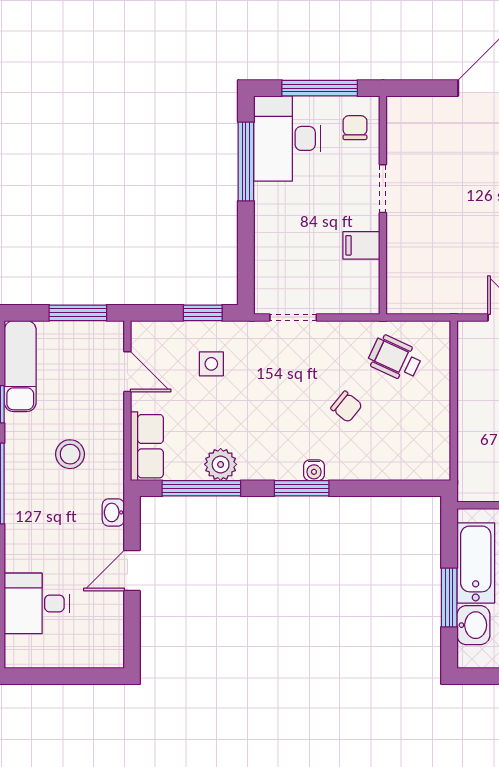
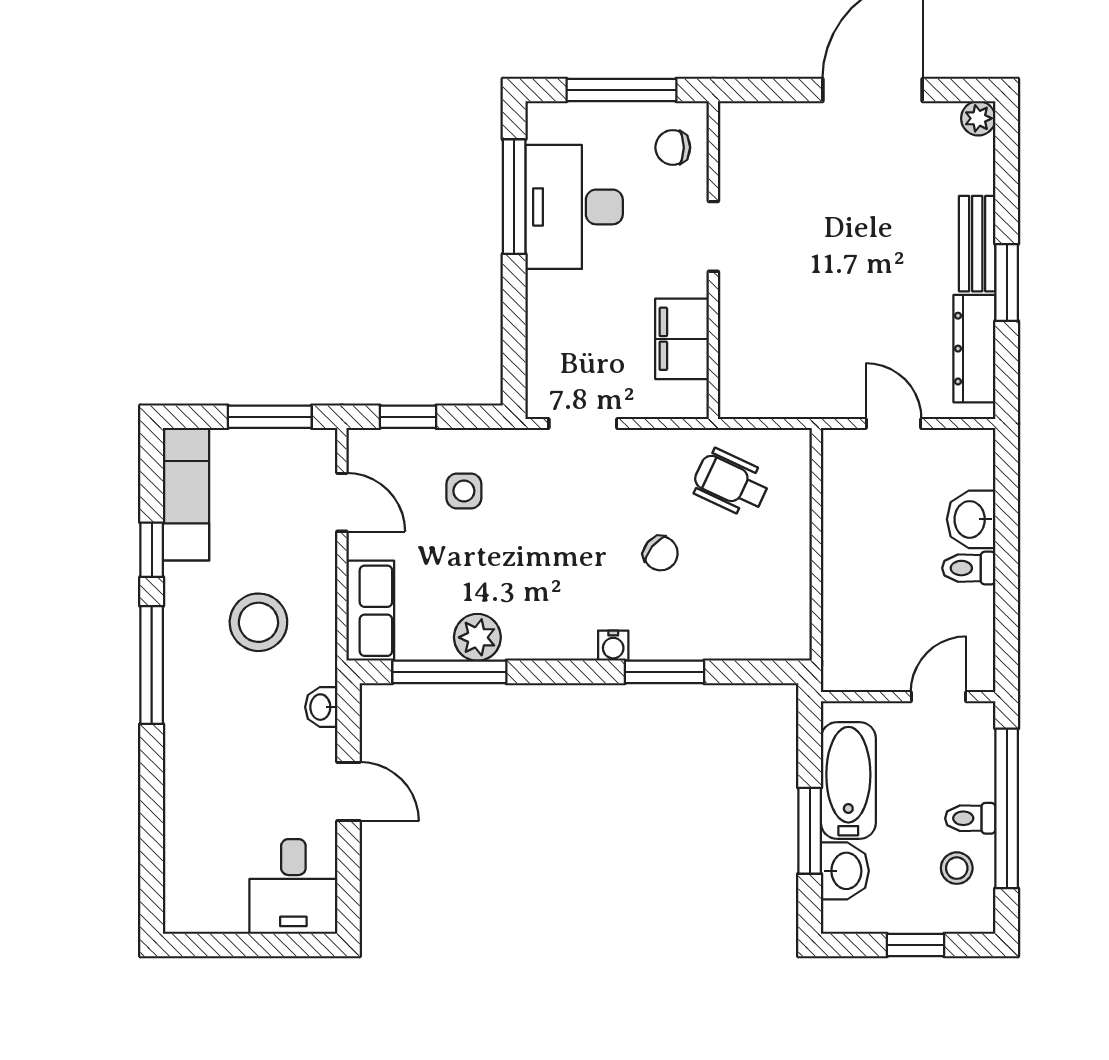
chair: (355, 128) -> (673, 147), turned -90
desk: (287, 138) -> (574, 207), moved
filing cabinet: (361, 245) -> (682, 339), width x2.00
window: (203, 313) -> (408, 417), moved
stool: (70, 454) -> (258, 622), width x1.38, depth x1.38
window: (302, 488) -> (664, 672), moved
door: (132, 571) -> (349, 792), swing flipped
desk: (37, 603) -> (293, 886), moved, turned -90

